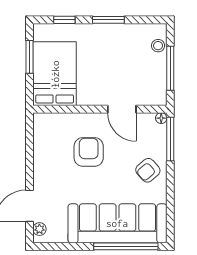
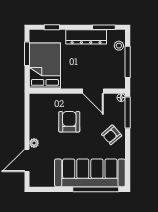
window: (108, 20) -> (104, 27), moved
dresser: (112, 33) -> (86, 37), added
plant: (39, 229) -> (34, 143), moved

